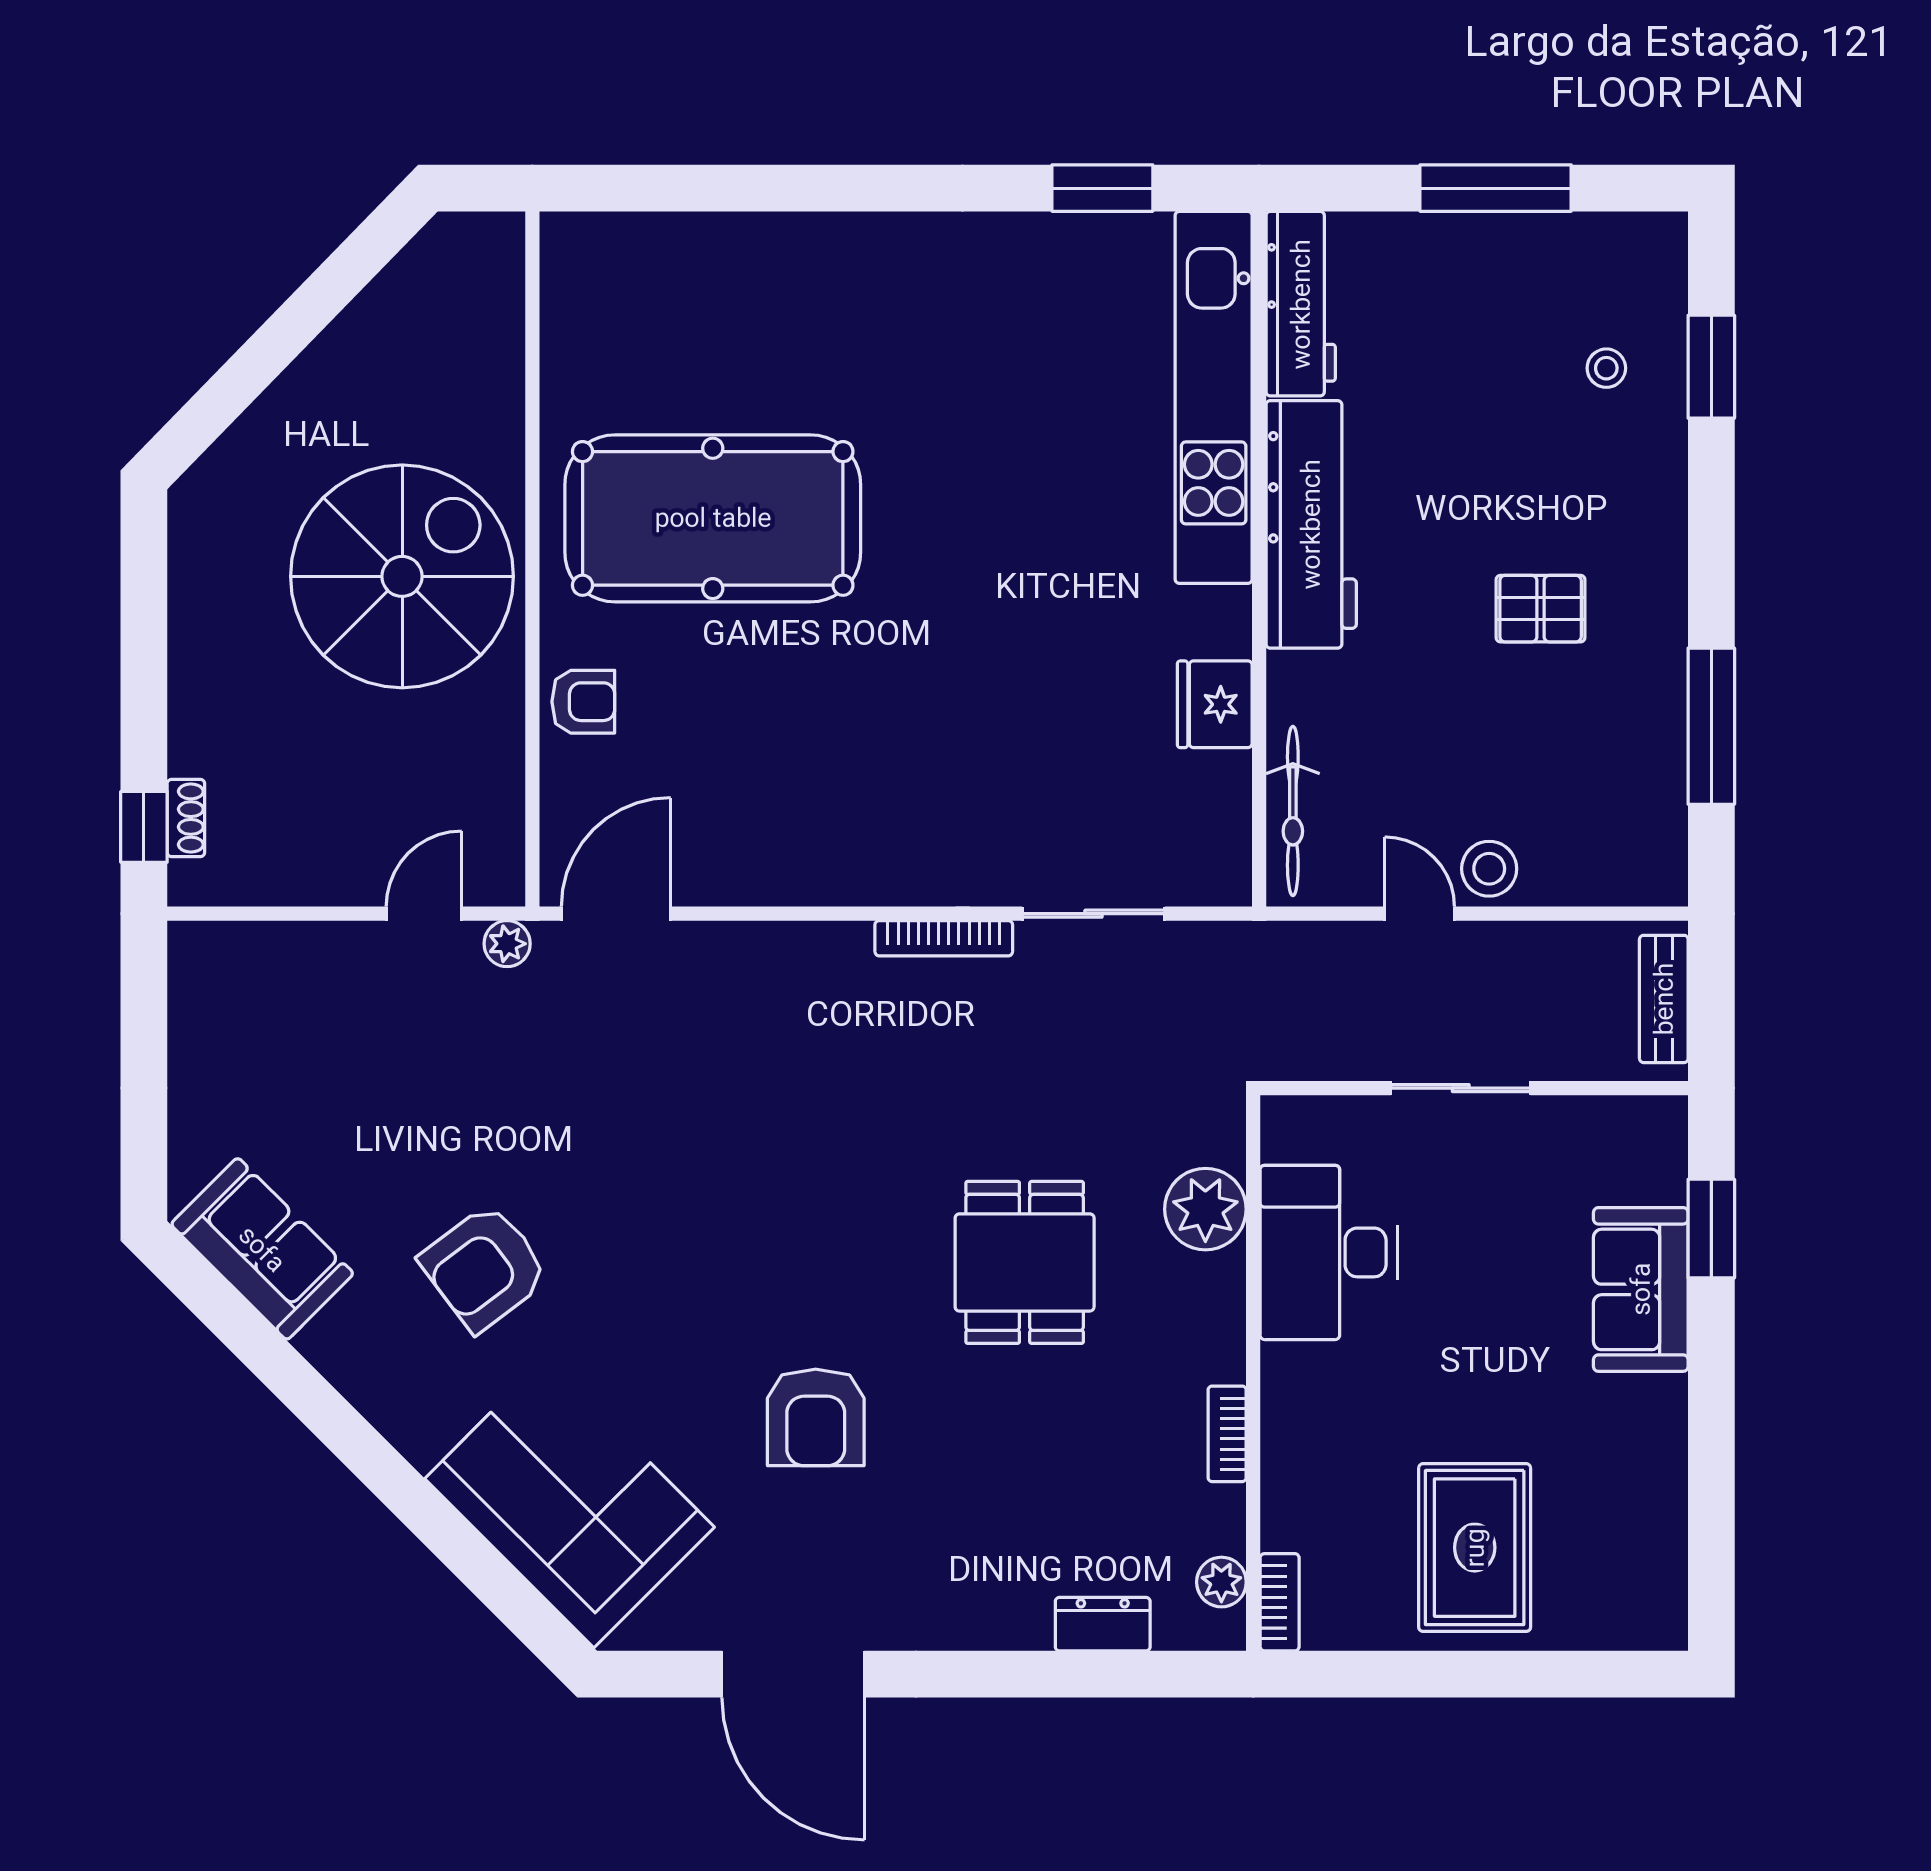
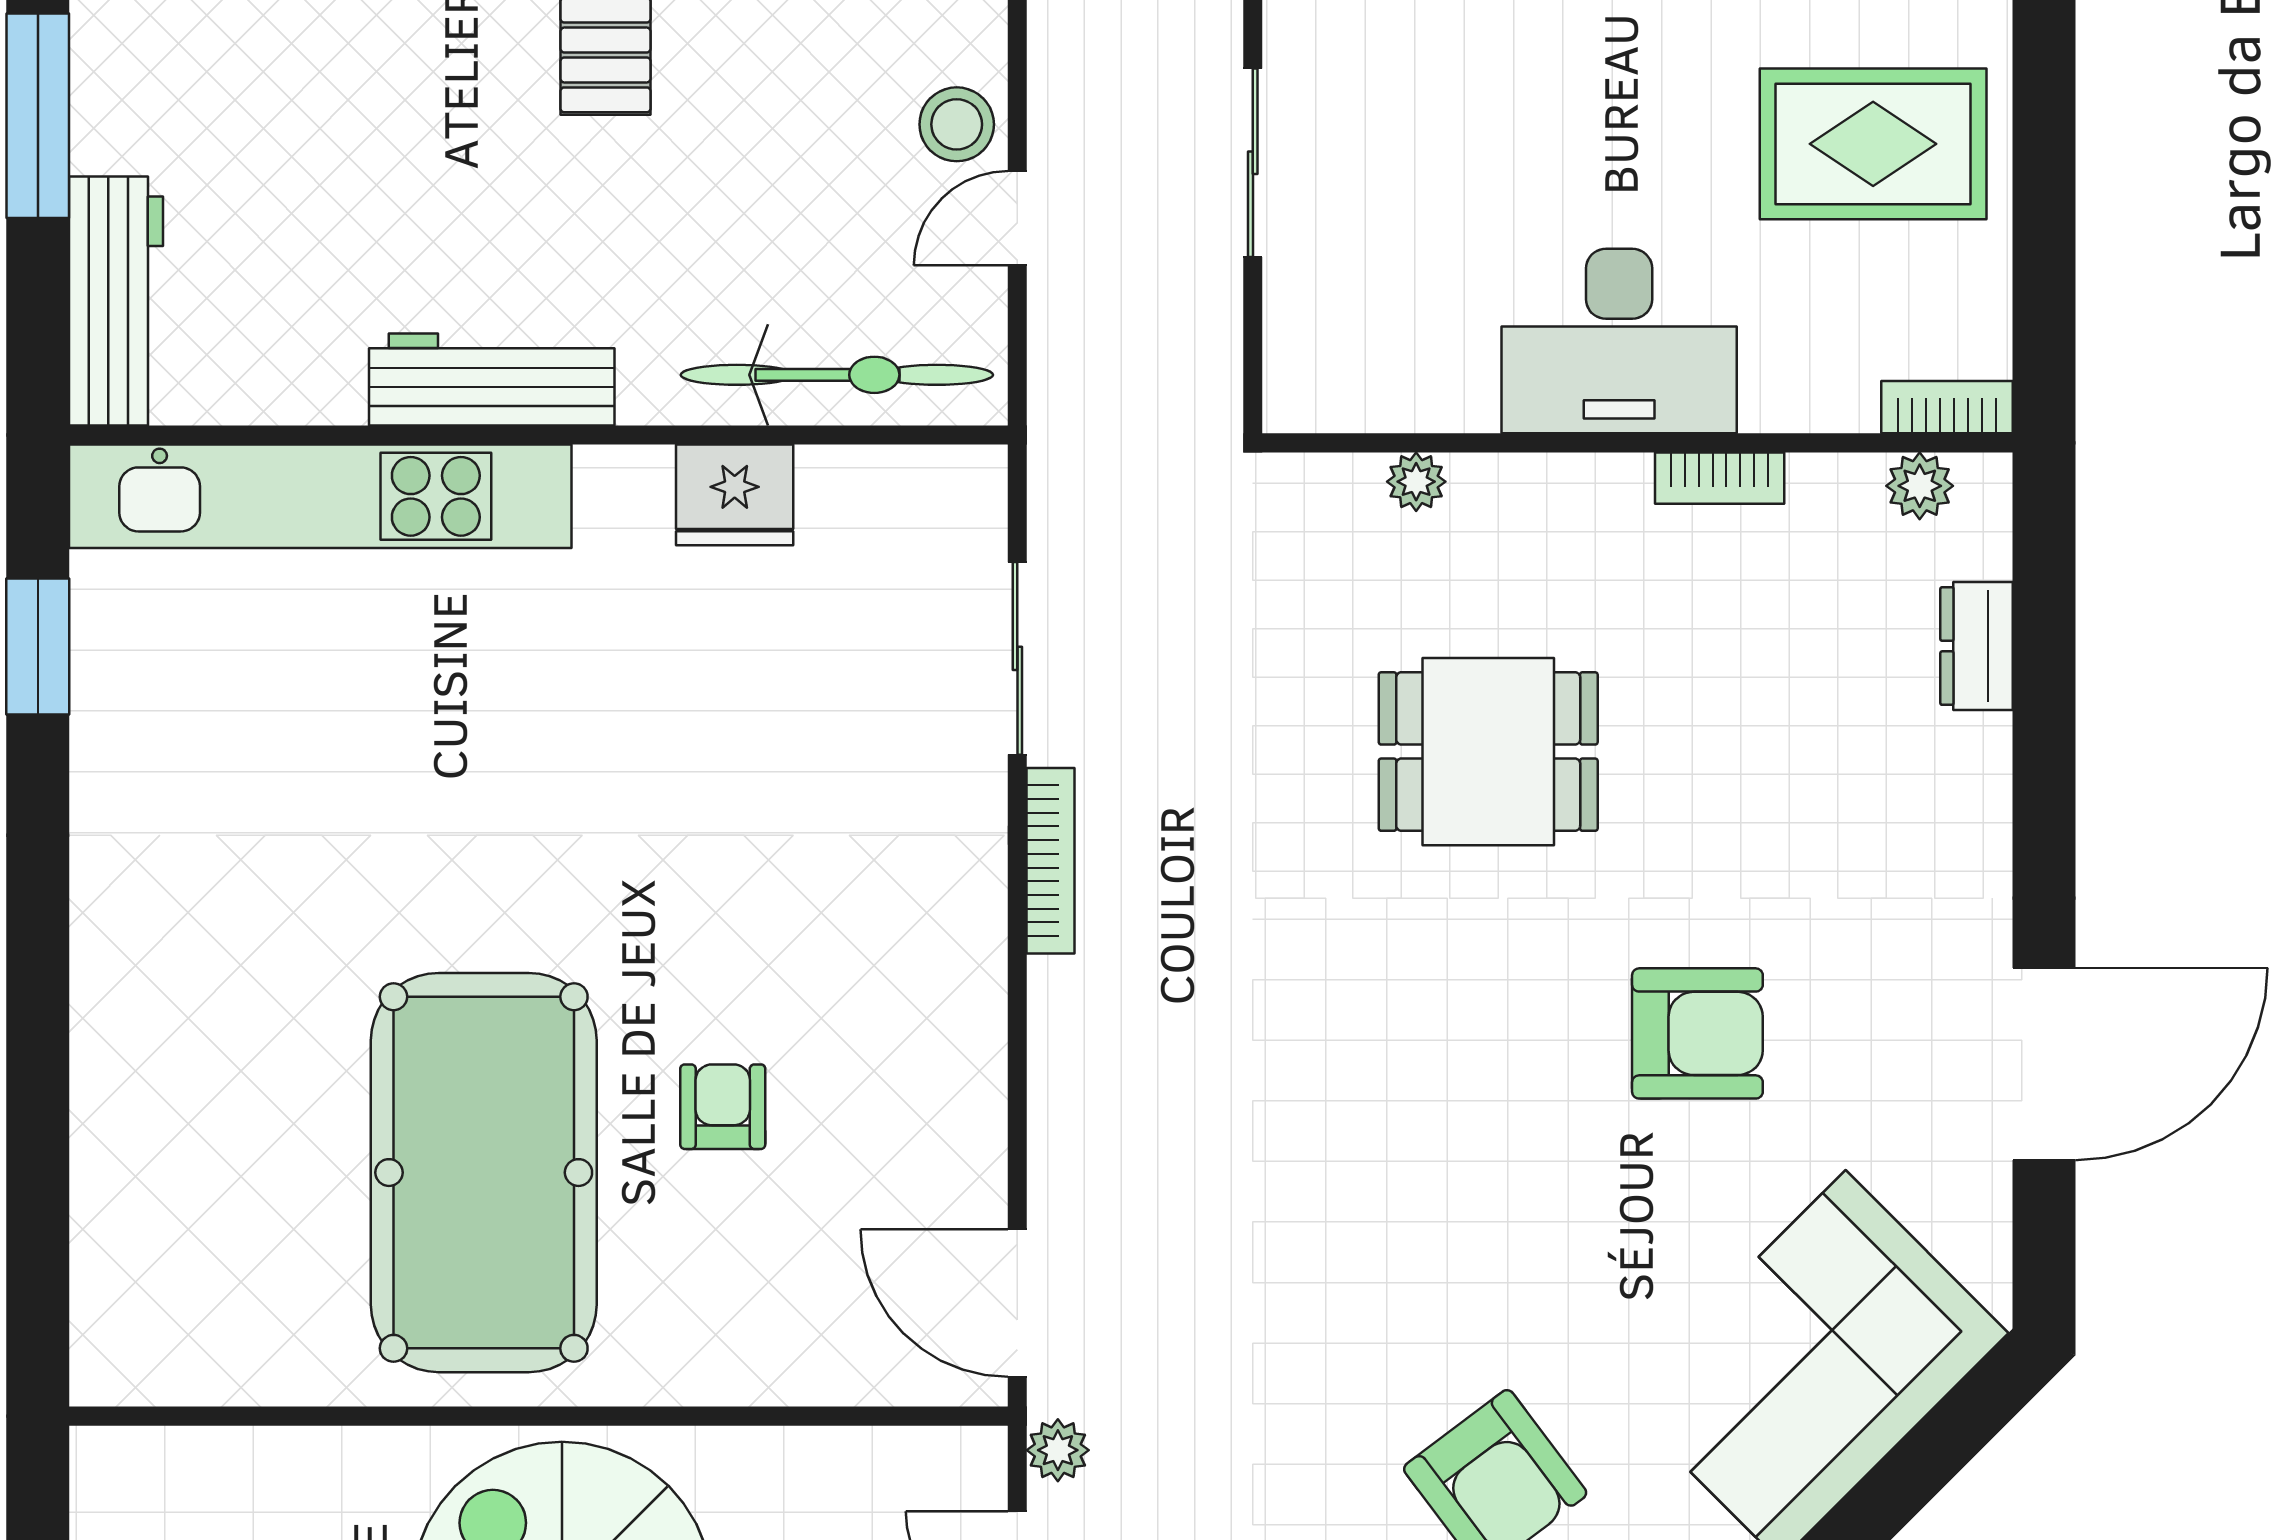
workbench: (1301, 304) -> (116, 301), moved, turned 90
workbench: (1311, 524) -> (492, 380), width x0.73, depth x0.76
armchair: (583, 702) -> (723, 1107), moved
bicycle: (1293, 811) -> (837, 375), width x1.37, depth x1.40
plant: (1205, 1209) -> (1416, 482), width x0.53, depth x0.53
desk: (1329, 1252) -> (1619, 341), moved

